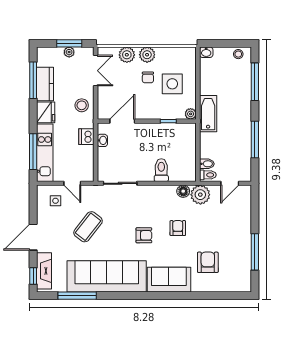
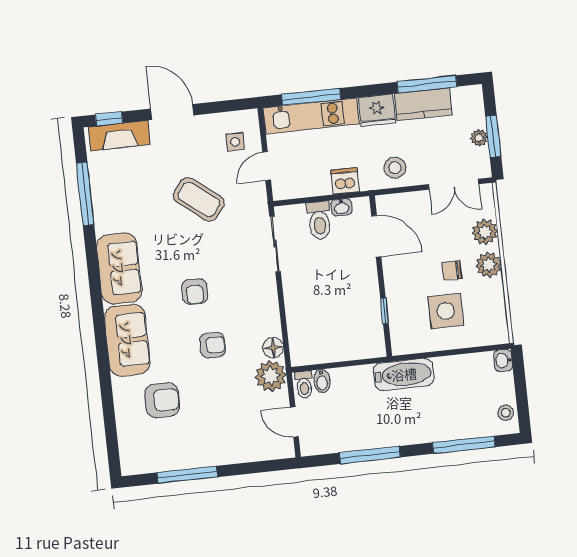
plant: (191, 114) -> (400, 346), removed
toilet: (161, 170) -> (319, 220), moved, turned 90
sofa: (107, 276) -> (119, 268), width x0.54, depth x0.79

